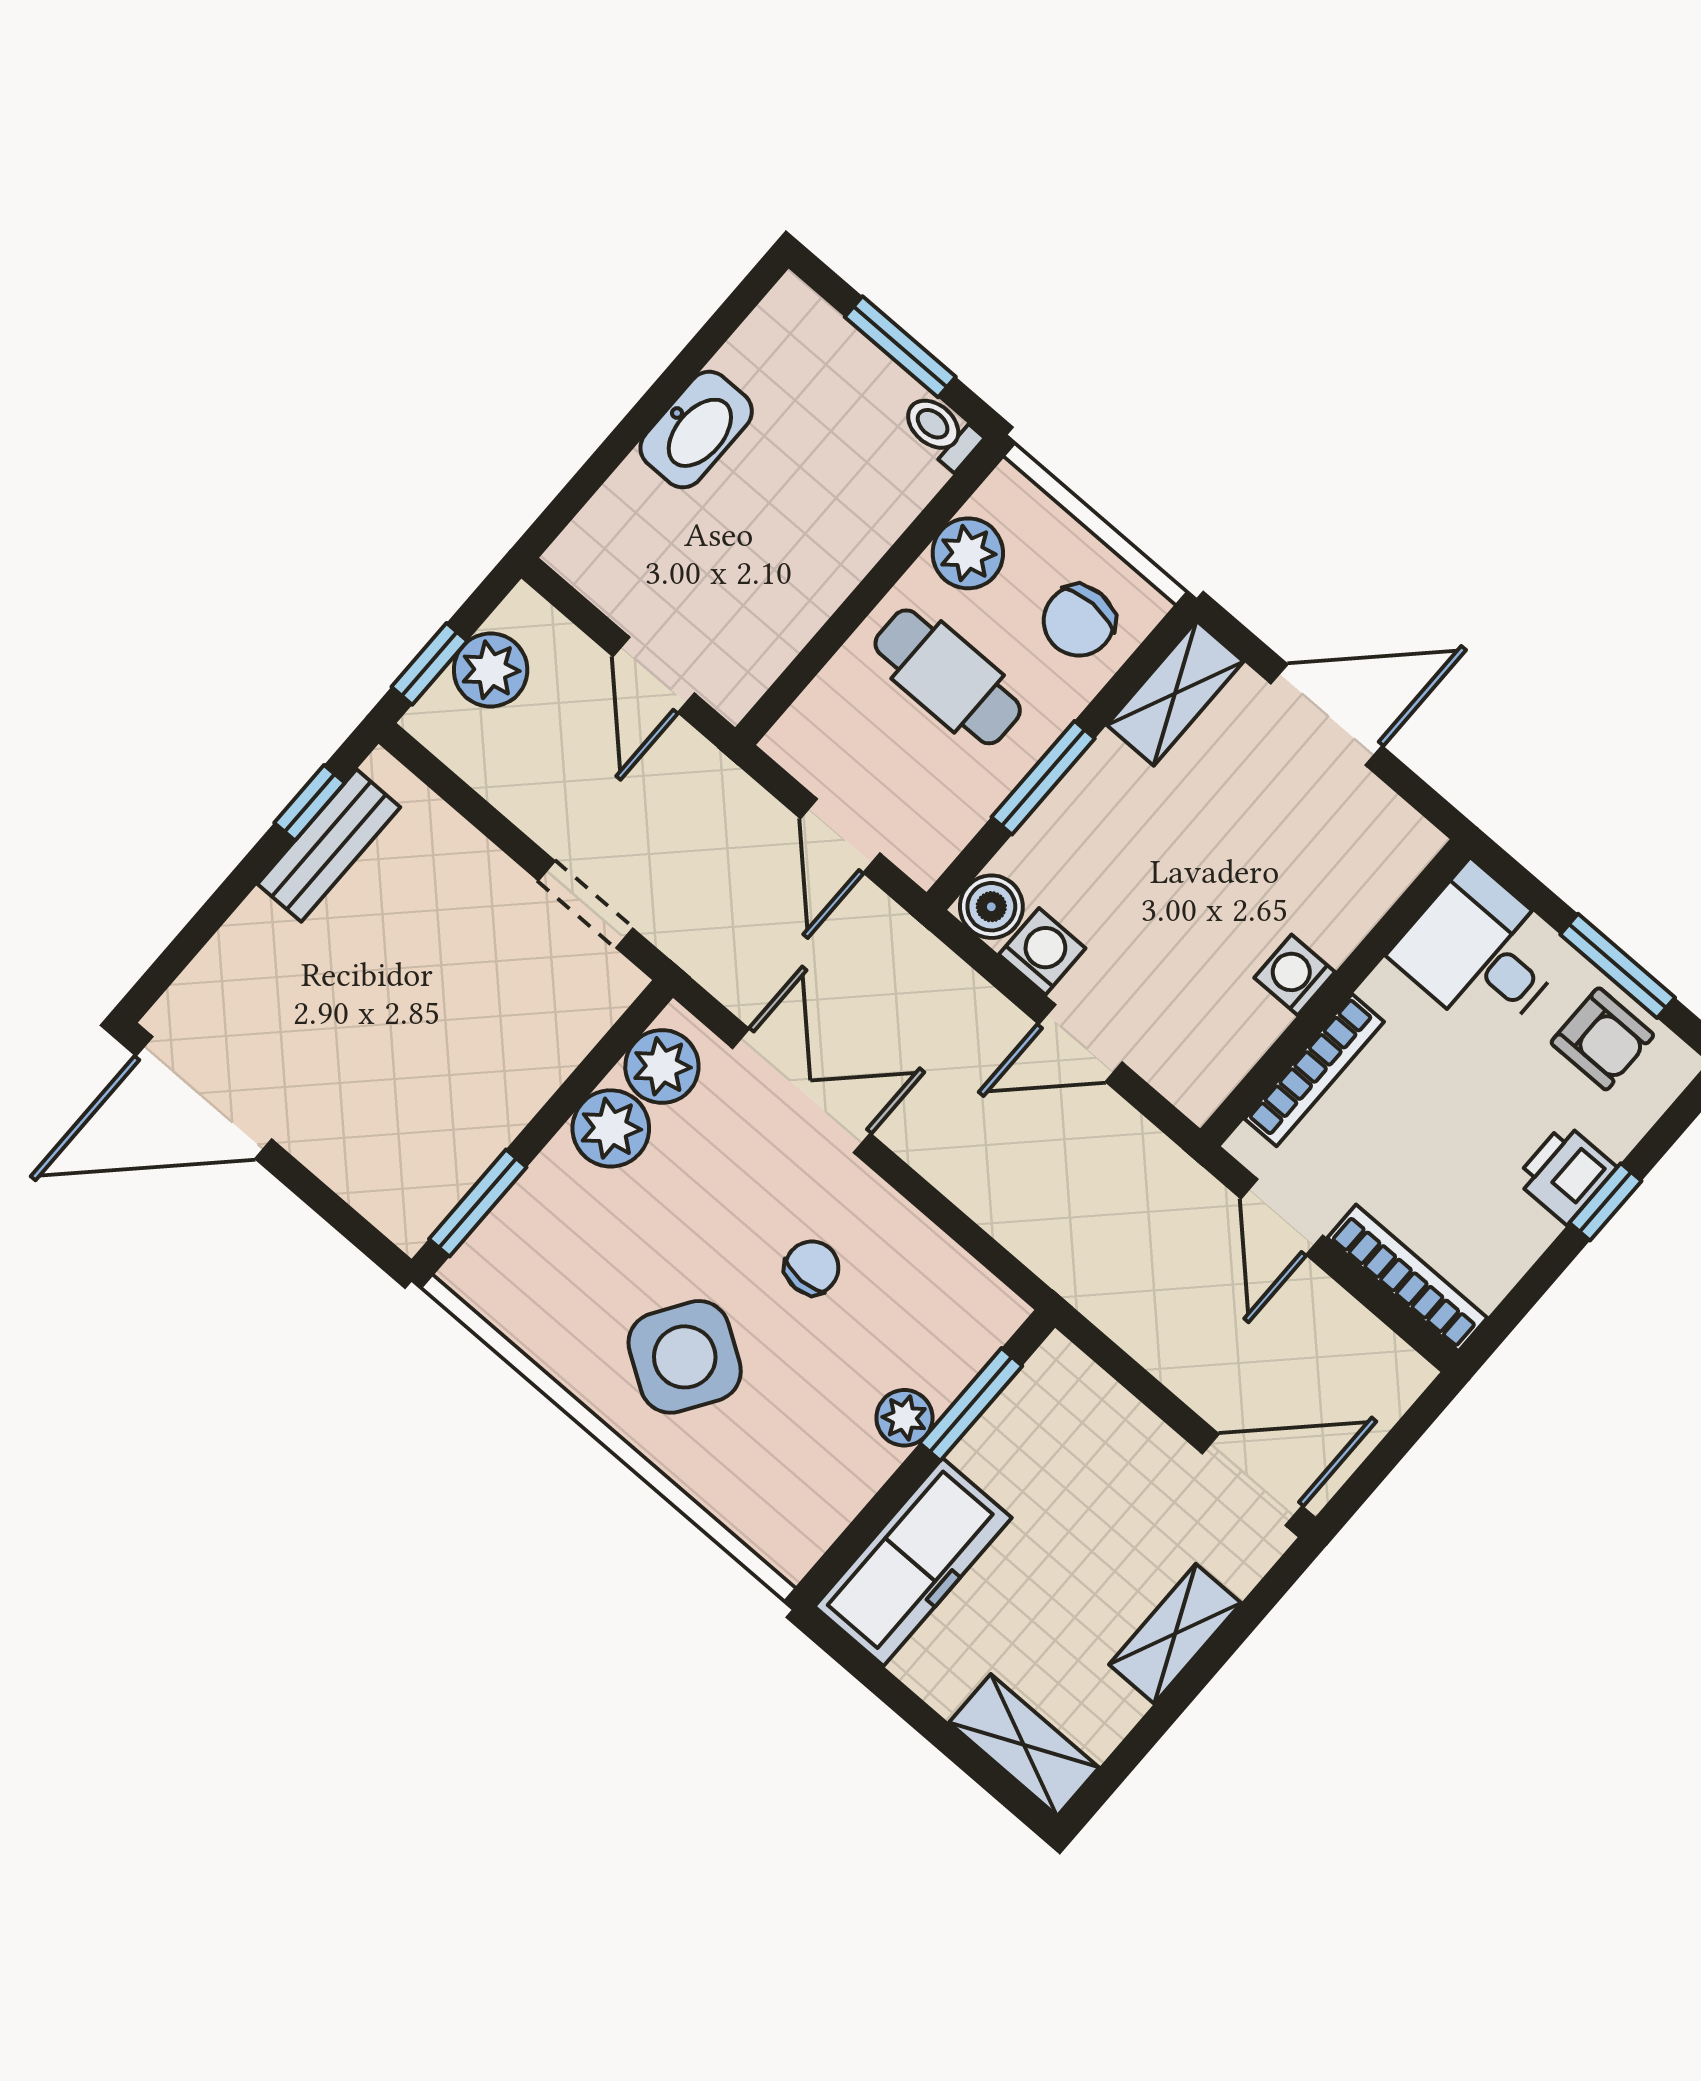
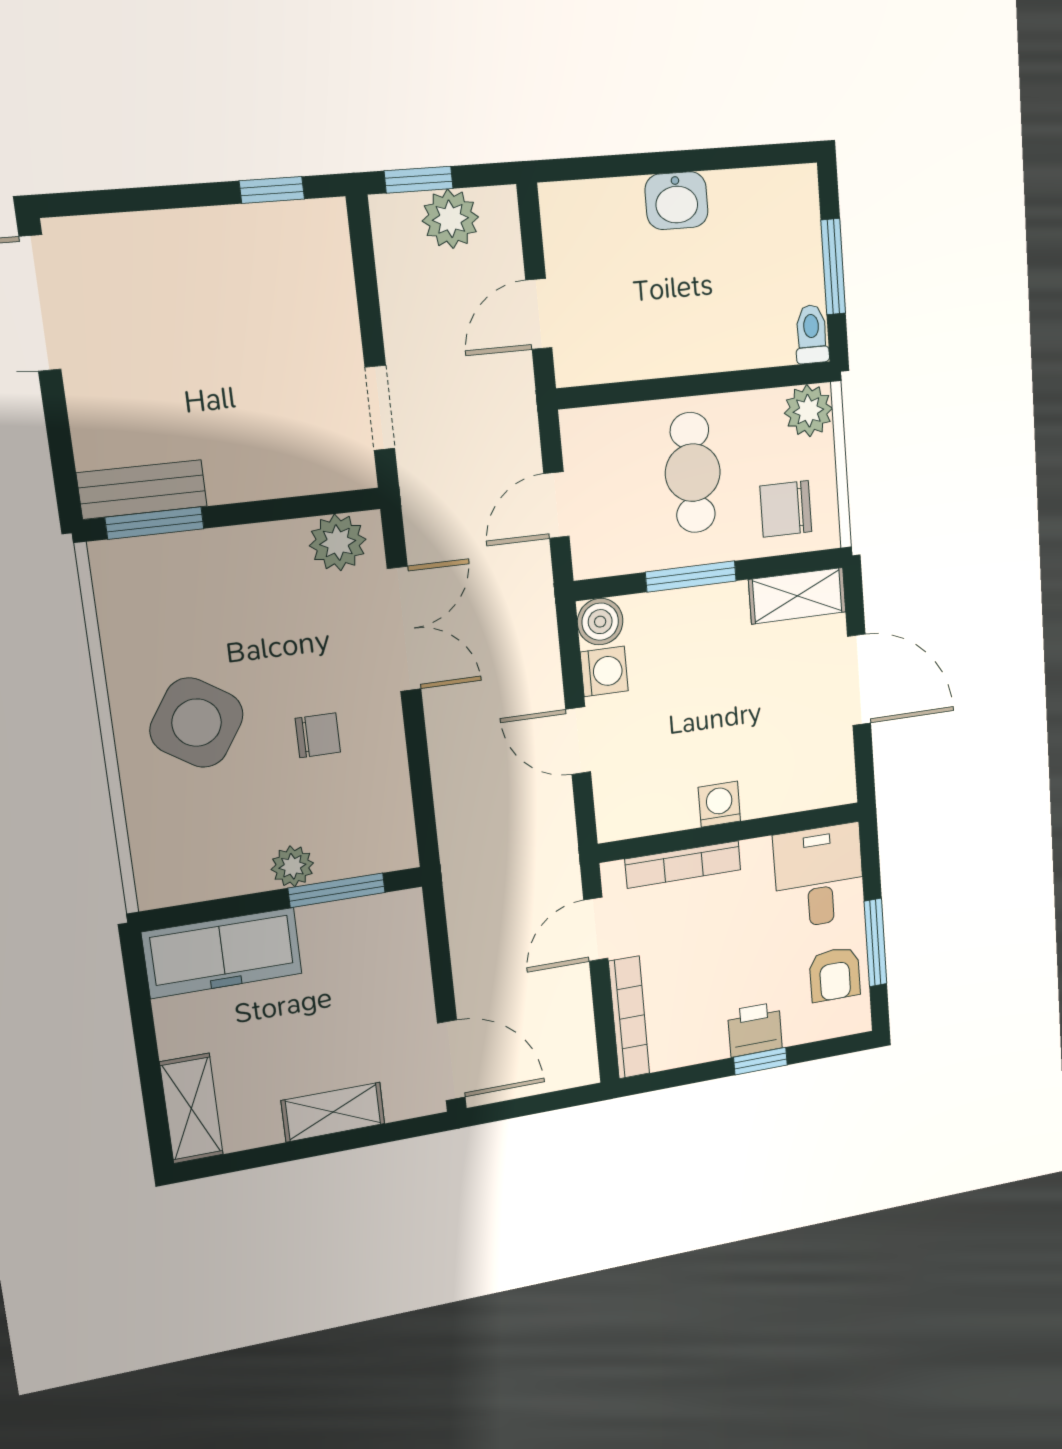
washbasin: (696, 430) -> (677, 201), width x0.72
plant: (968, 553) -> (808, 411), moved
bench: (329, 846) -> (142, 490), moved
plant: (611, 1128) -> (275, 551), removed

